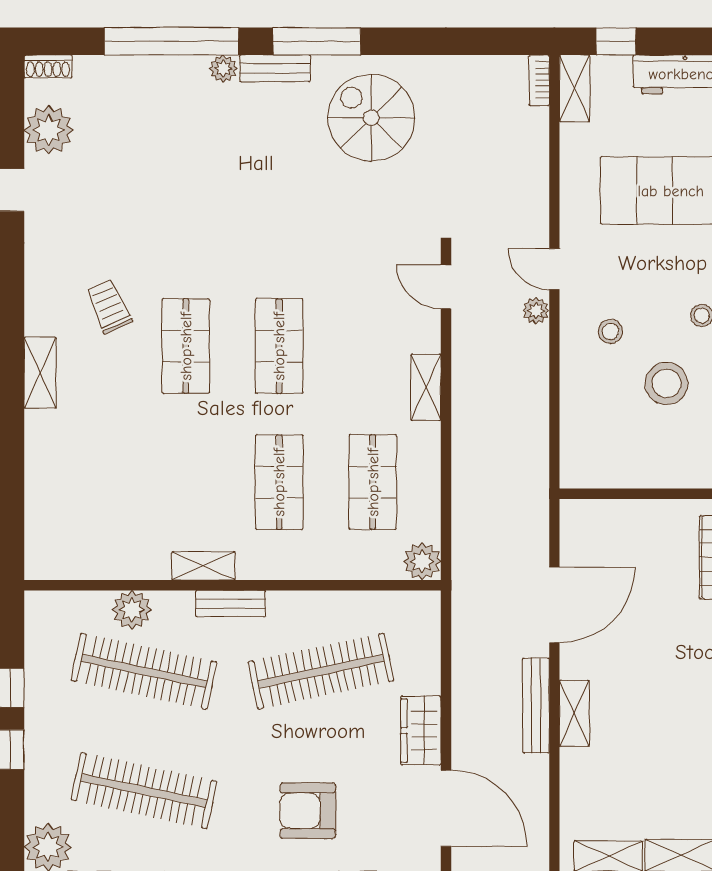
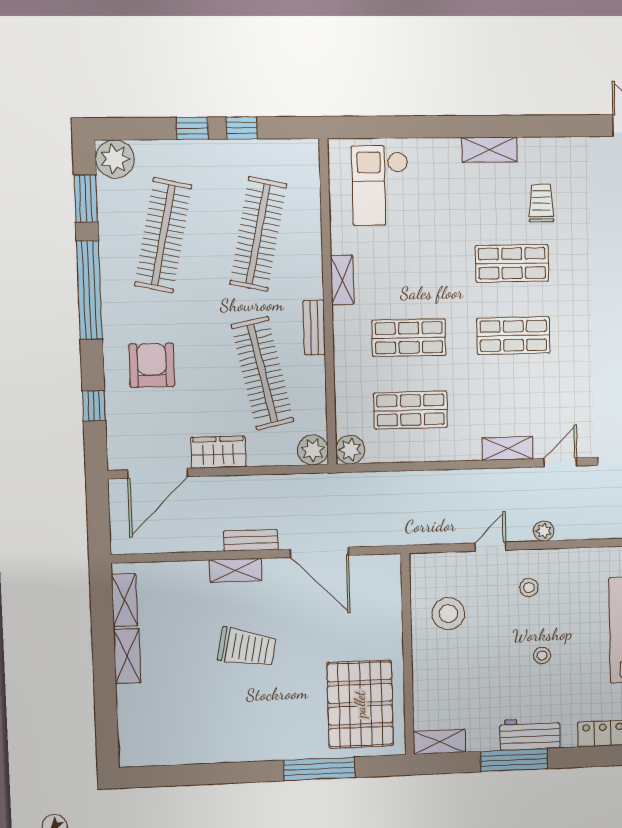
door: (554, 269) -> (490, 547), moved
trolley: (109, 306) -> (541, 203), turned -66
stool: (666, 383) -> (448, 614), moved
shelving: (426, 387) -> (508, 448), moved
checkout: (84, 514) -> (380, 185), added
bench: (231, 604) -> (314, 328), moved
plant: (132, 610) -> (313, 450), moved
trolley: (676, 702) -> (247, 648), added
bench: (536, 705) -> (251, 540), width x0.73

